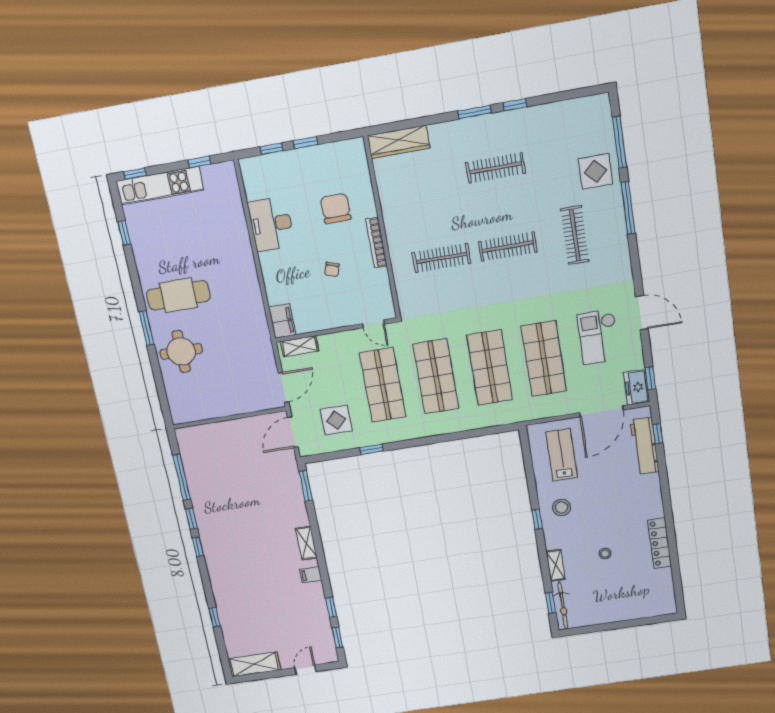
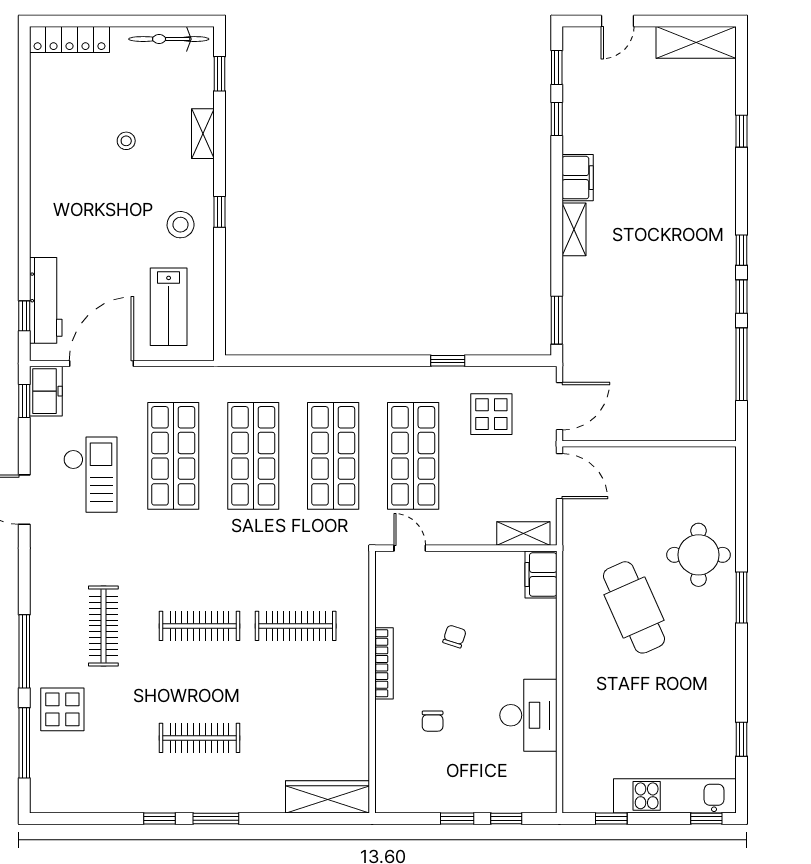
chair: (336, 208) -> (433, 721), width x0.54, depth x0.54
cafe table: (178, 295) -> (634, 607), moved, turned 66
door: (283, 387) -> (559, 476), swing flipped
locker: (660, 543) -> (69, 40), moved, turned 90
filing cabinet: (311, 575) -> (578, 178), width x2.00
bicycle: (563, 605) -> (169, 39), moved, turned -90

